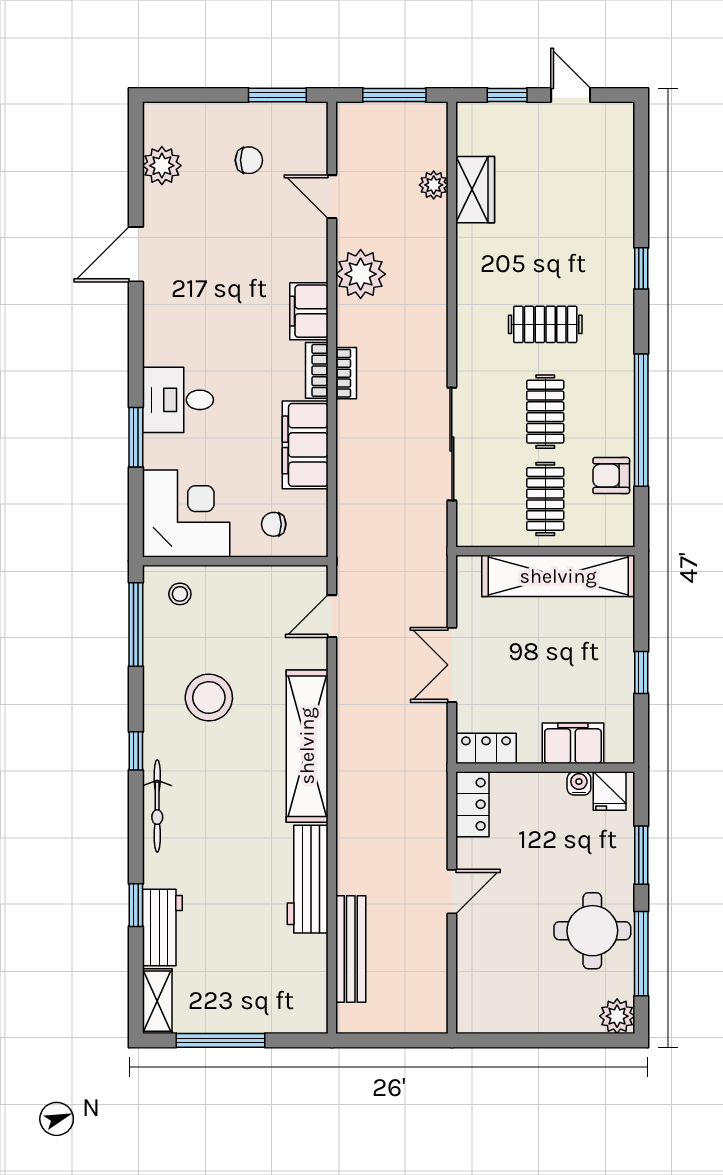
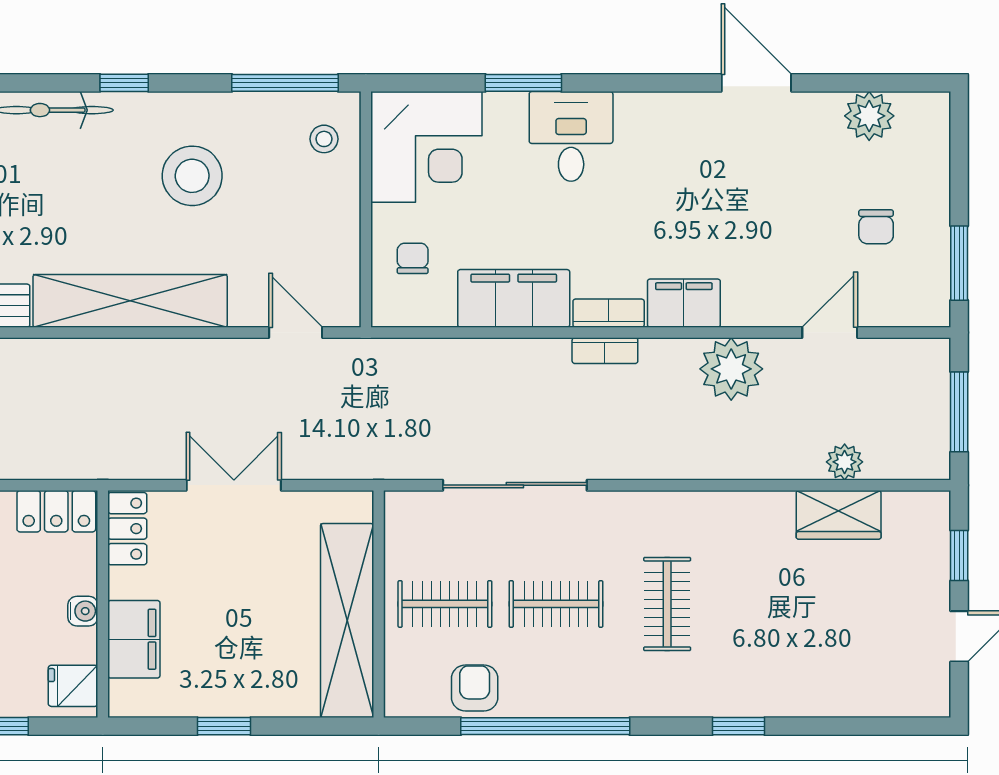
water cooler: (579, 783) -> (83, 611), moved

